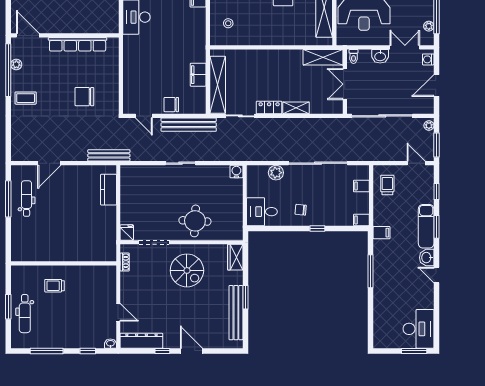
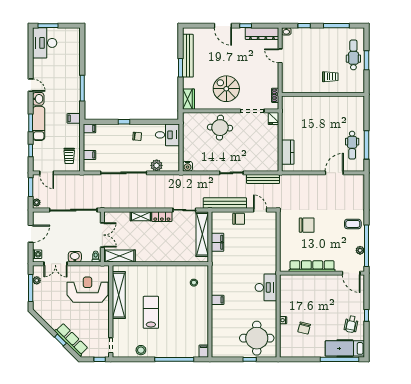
bench: (109, 155) -> (263, 179), moved

